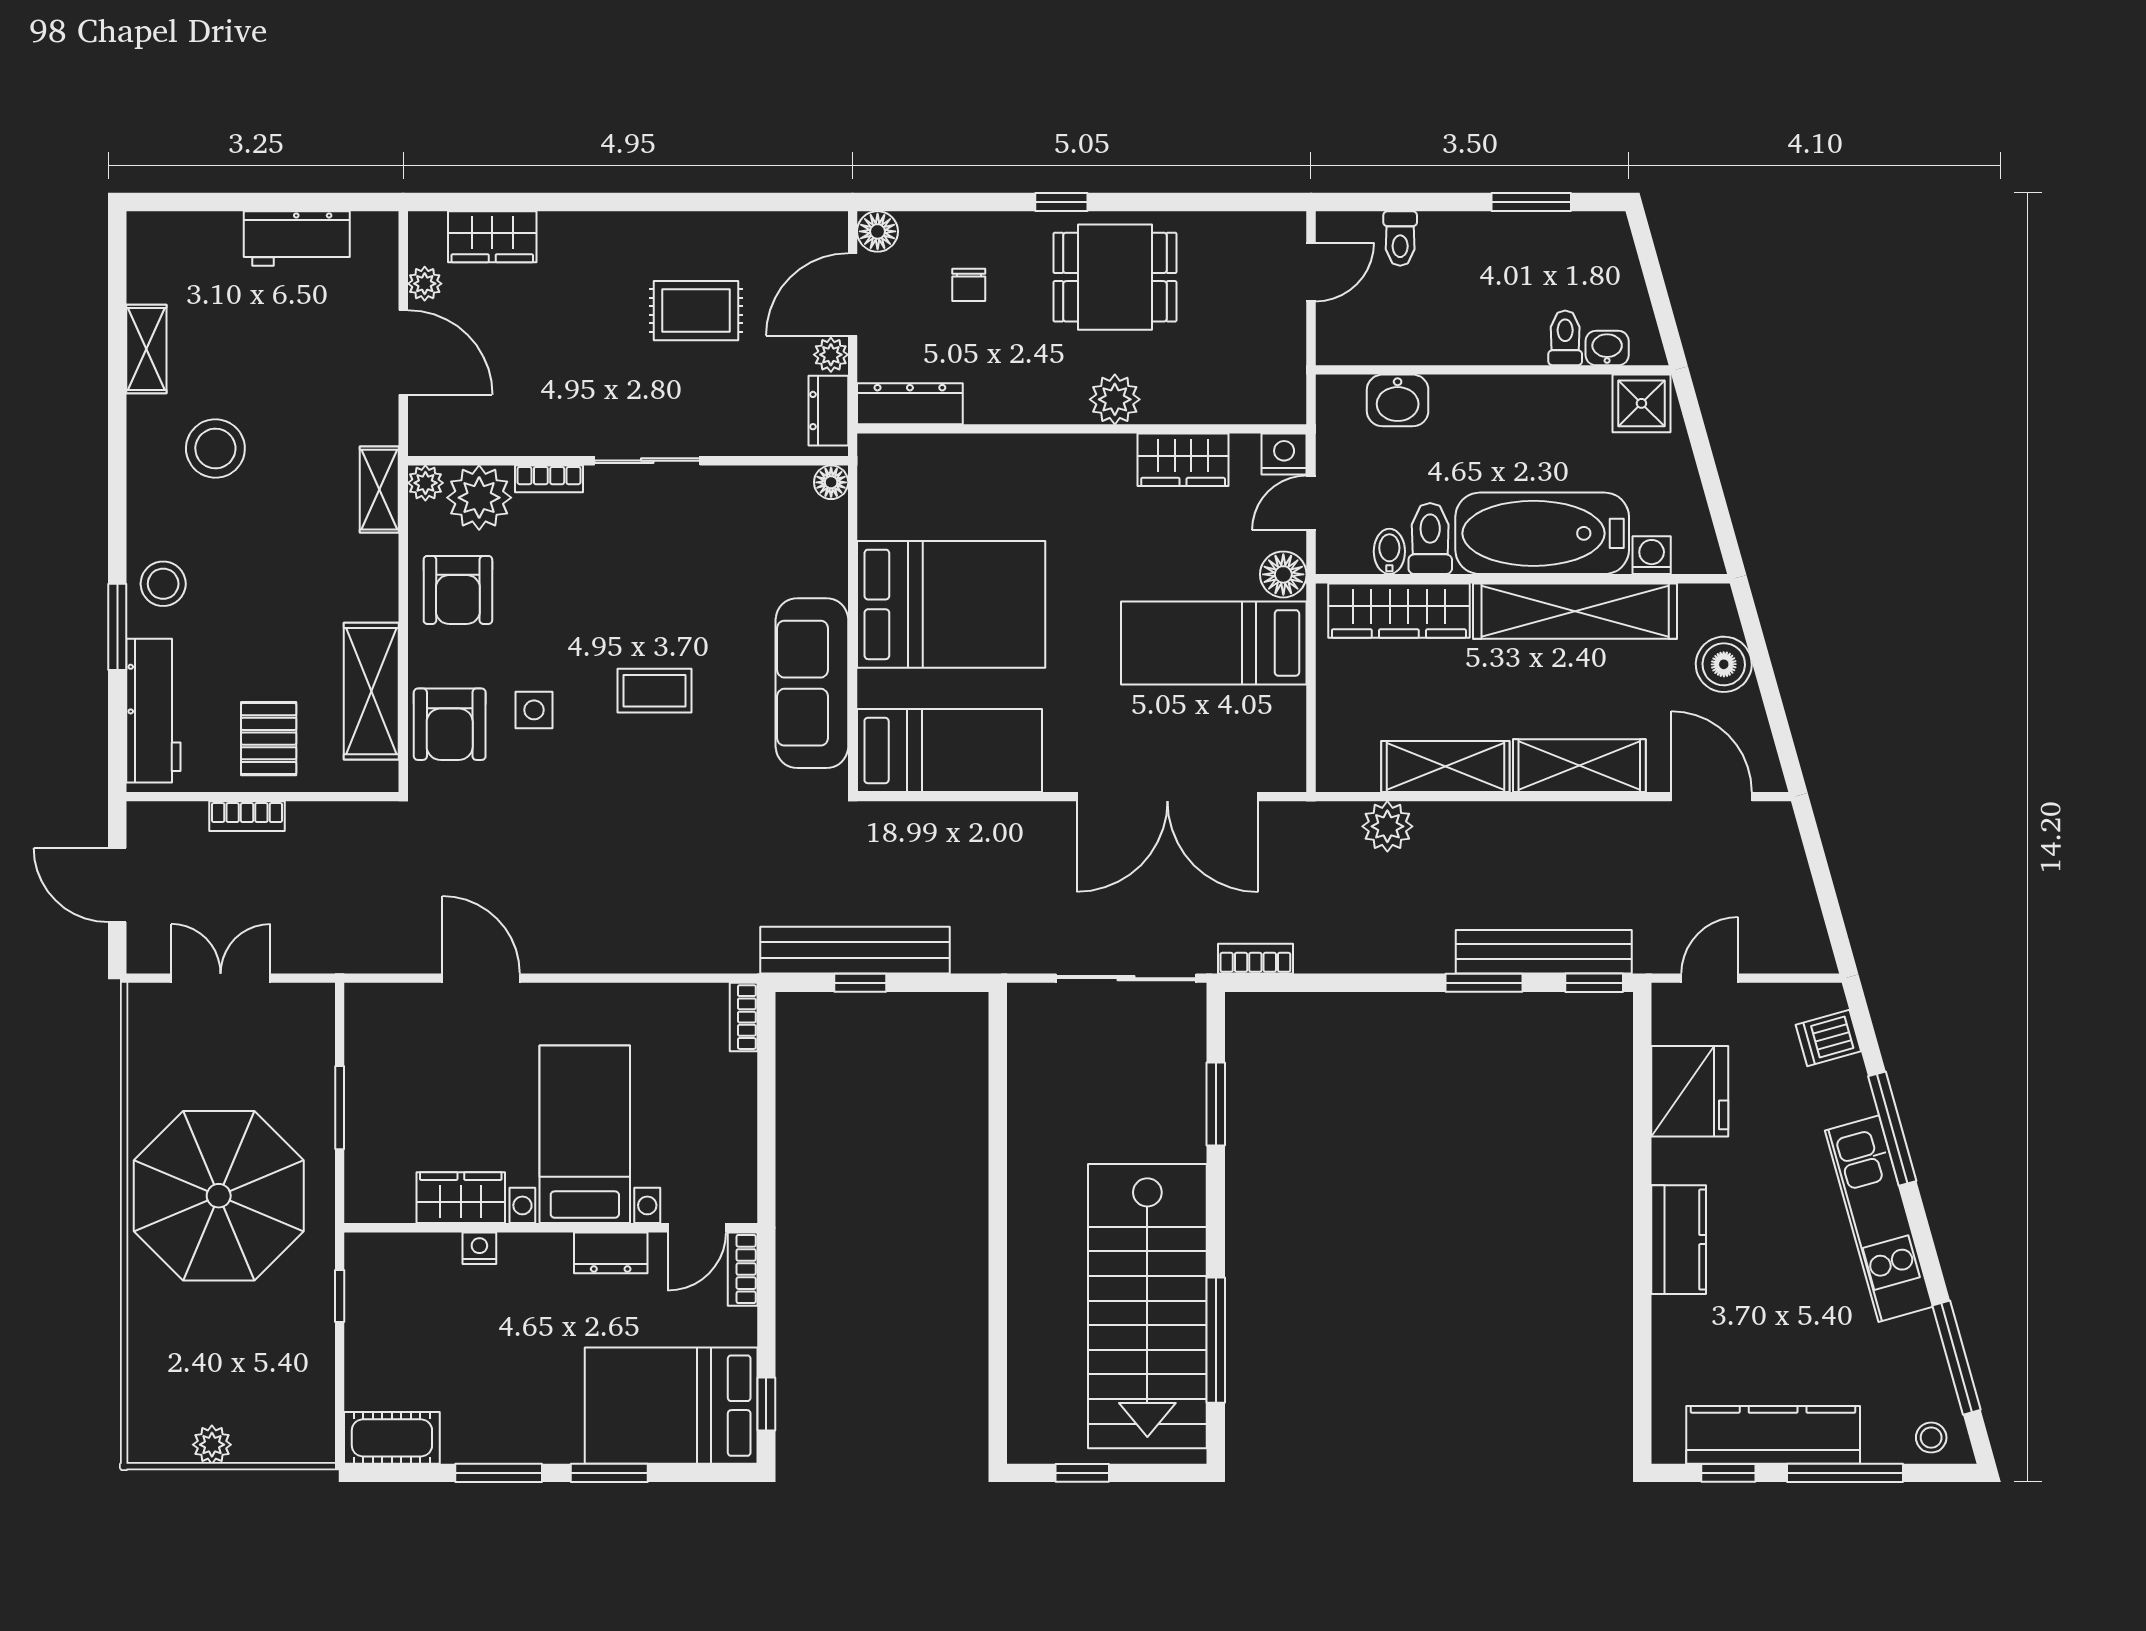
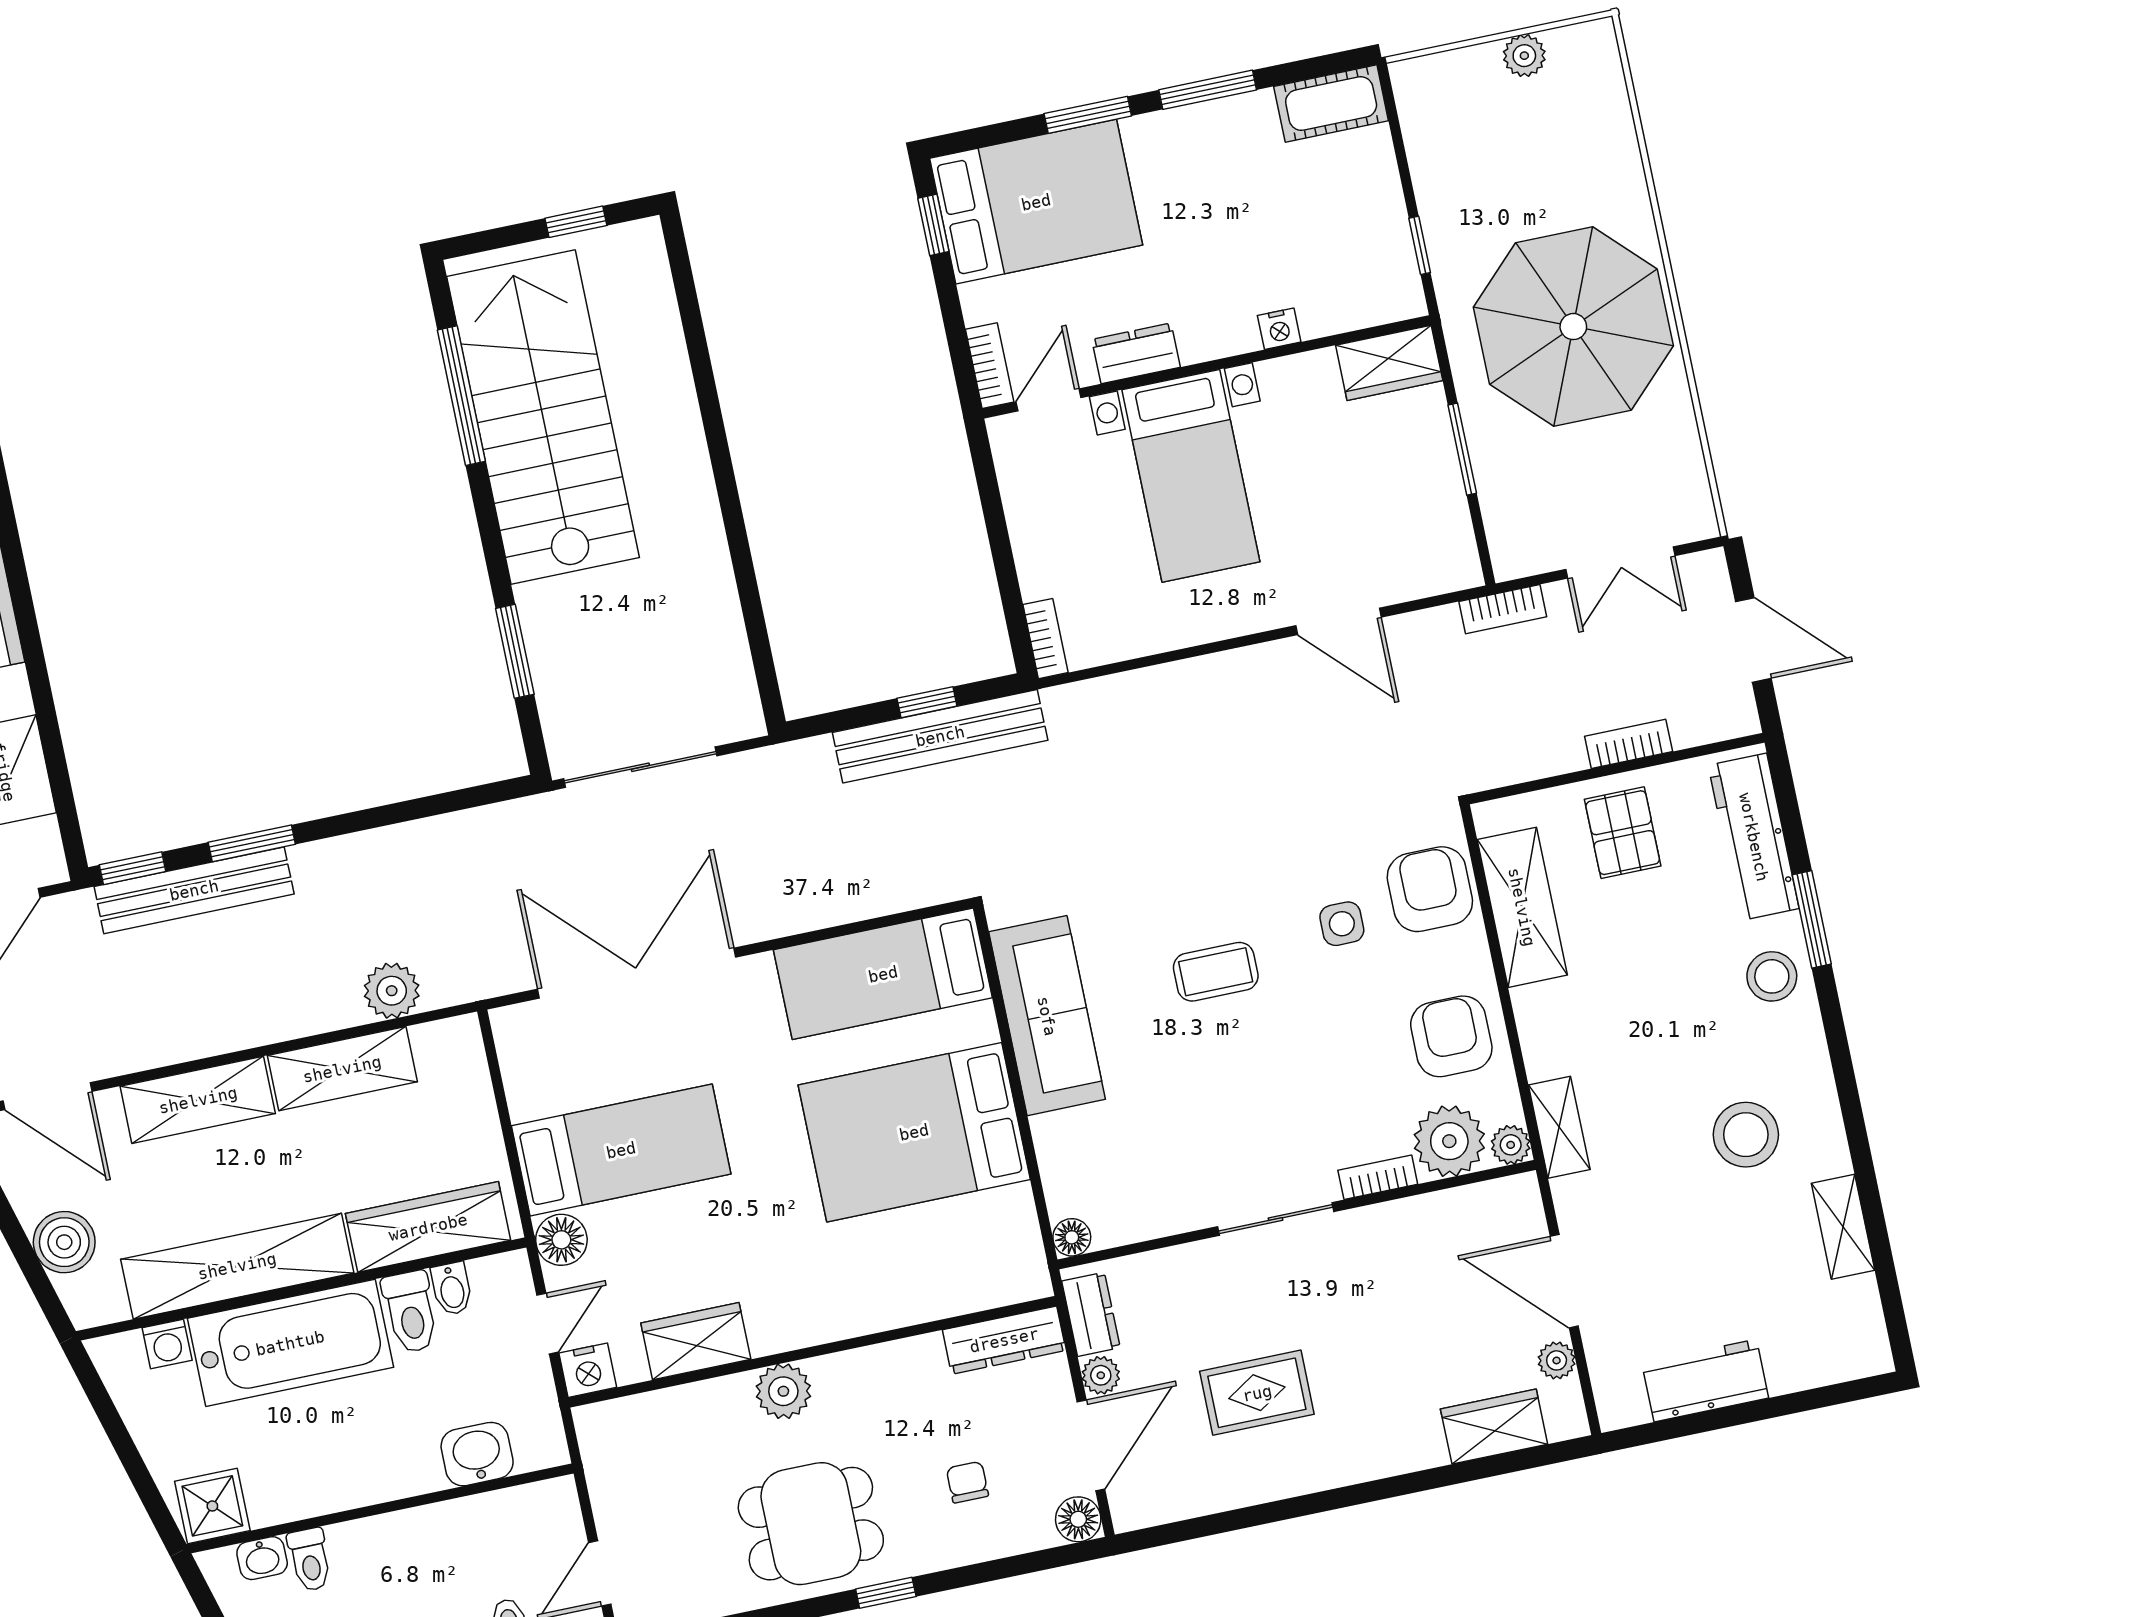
bookcase: (1255, 959) -> (1503, 609), moved
wardrobe: (461, 1198) -> (1389, 363), moved

